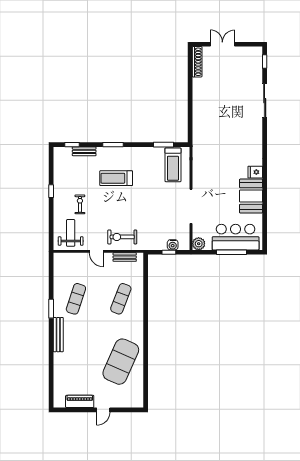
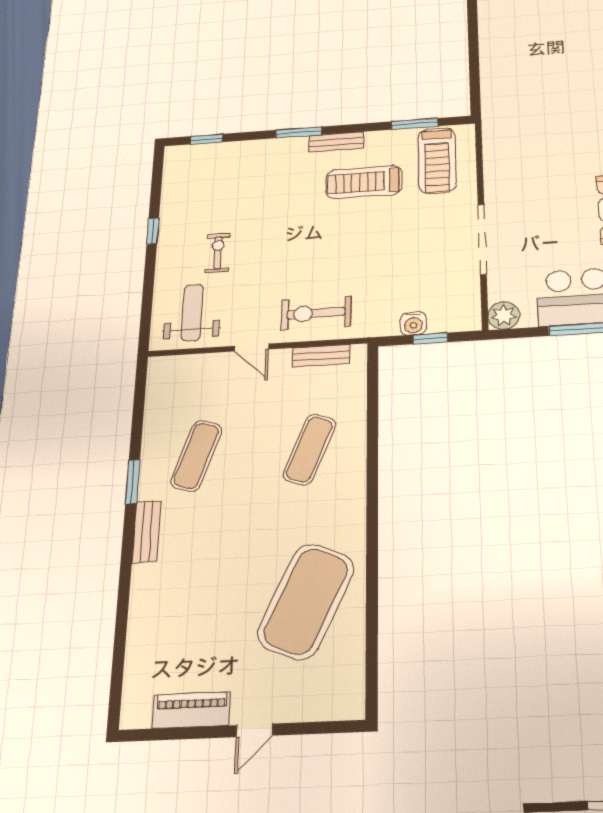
bench: (84, 151) -> (336, 142), moved
treadmill: (116, 178) -> (364, 182), moved
water cooler: (173, 245) -> (413, 324), moved
bench: (58, 335) -> (147, 531), width x0.73

